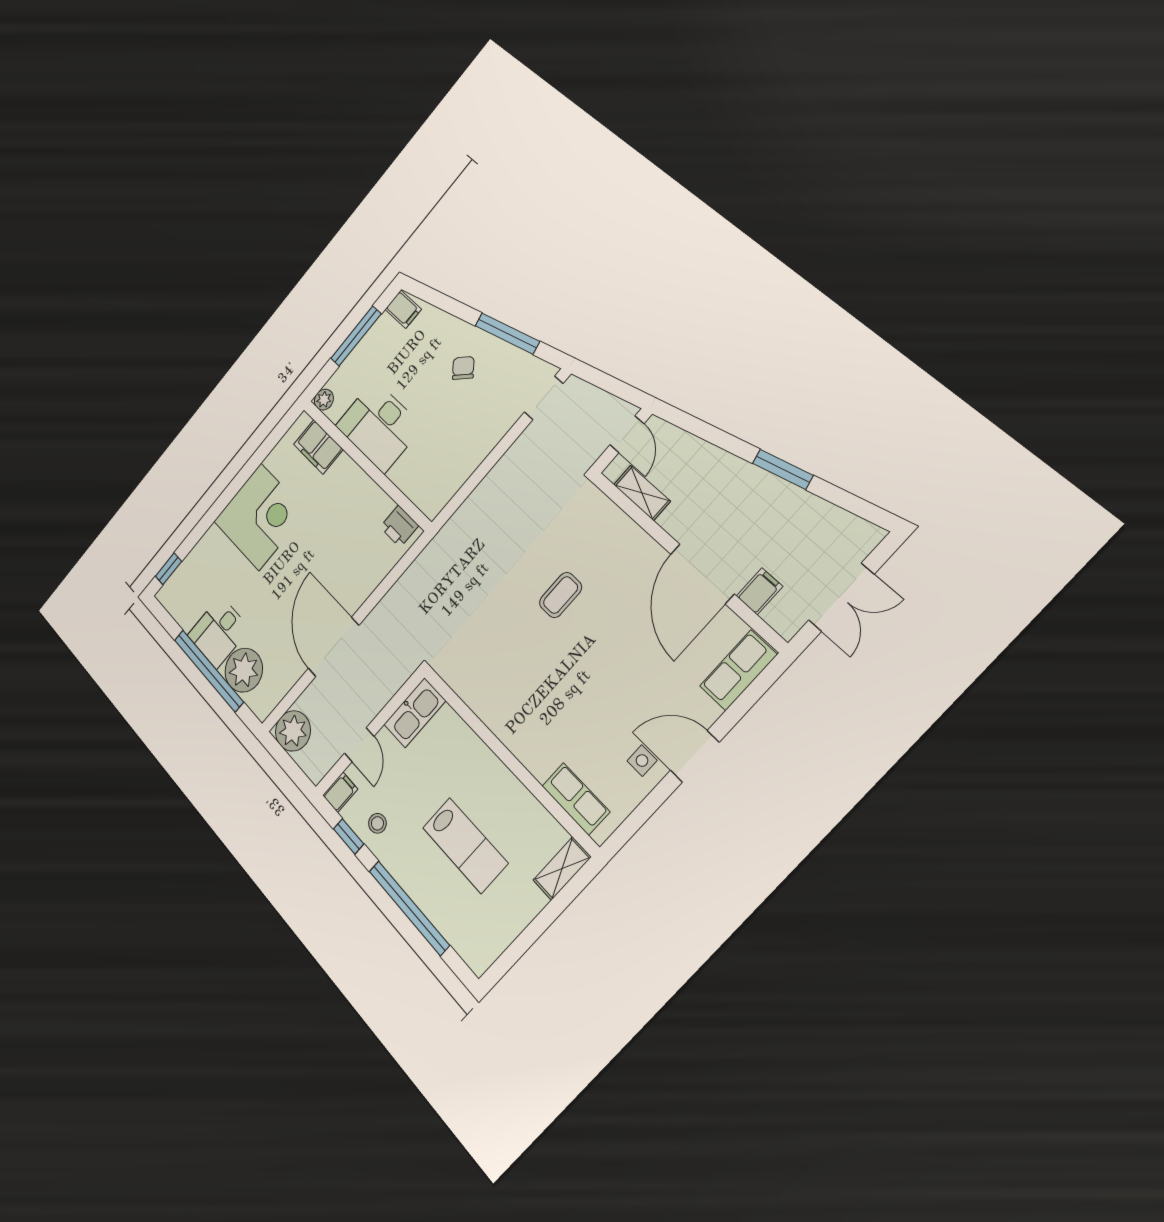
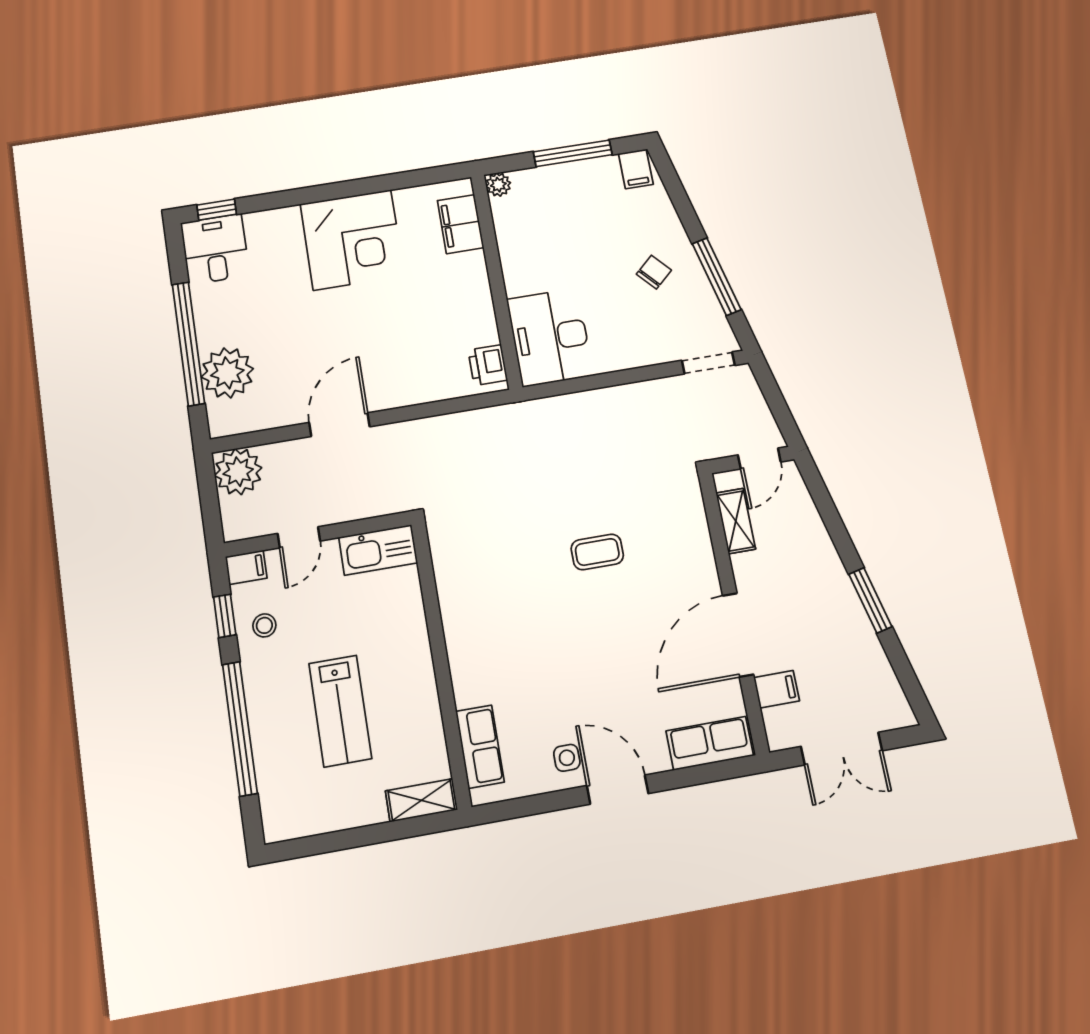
desk: (379, 426) -> (550, 337), moved
desk: (219, 632) -> (215, 249), moved, turned 90
door: (334, 647) -> (339, 425), width x0.73

